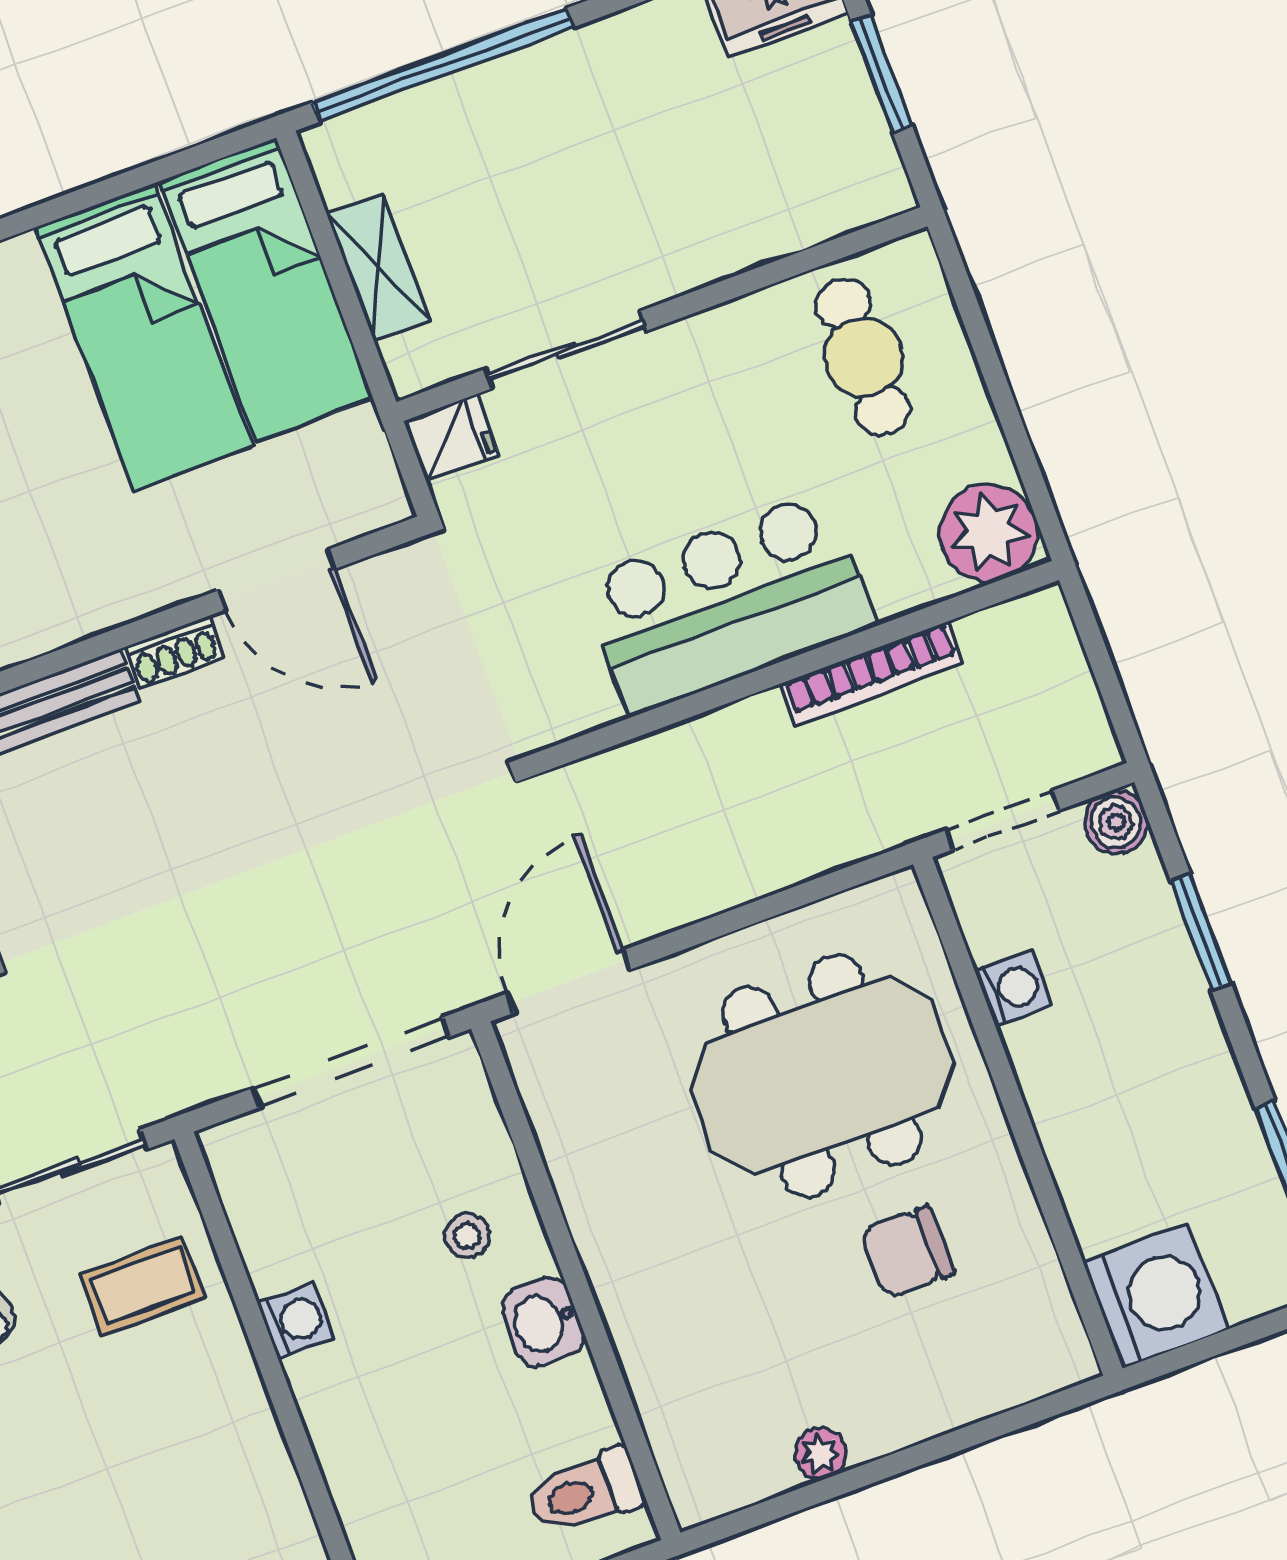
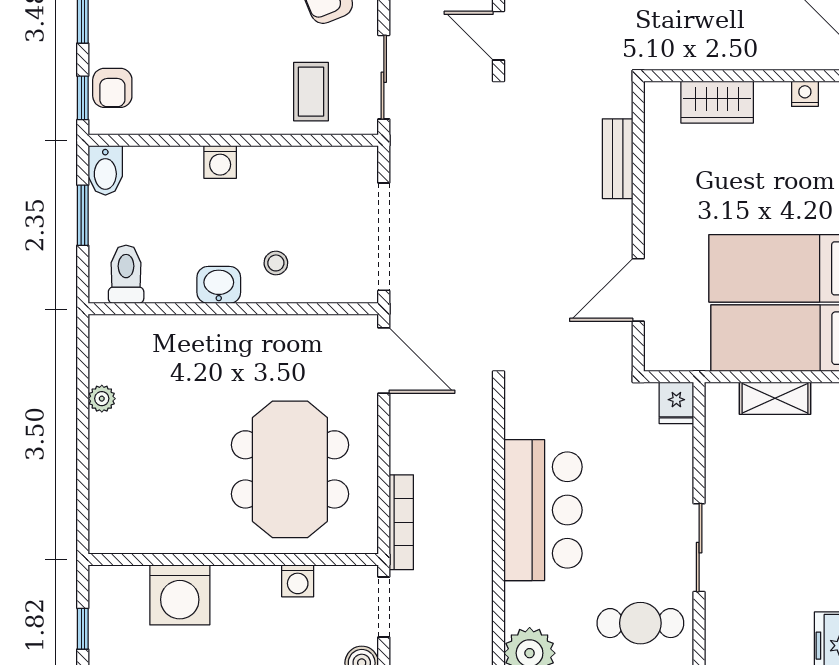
sliding door: (566, 350) -> (699, 548), moved
shoe rack: (175, 652) -> (621, 225), removed
bookcase: (872, 674) -> (401, 522), moved, turned 180
chair: (907, 1252) -> (186, 479), removed
washing machine: (1156, 1296) -> (180, 595), moved
washing machine: (296, 1321) -> (220, 162), moved
window: (1239, 1336) -> (83, 629), added

